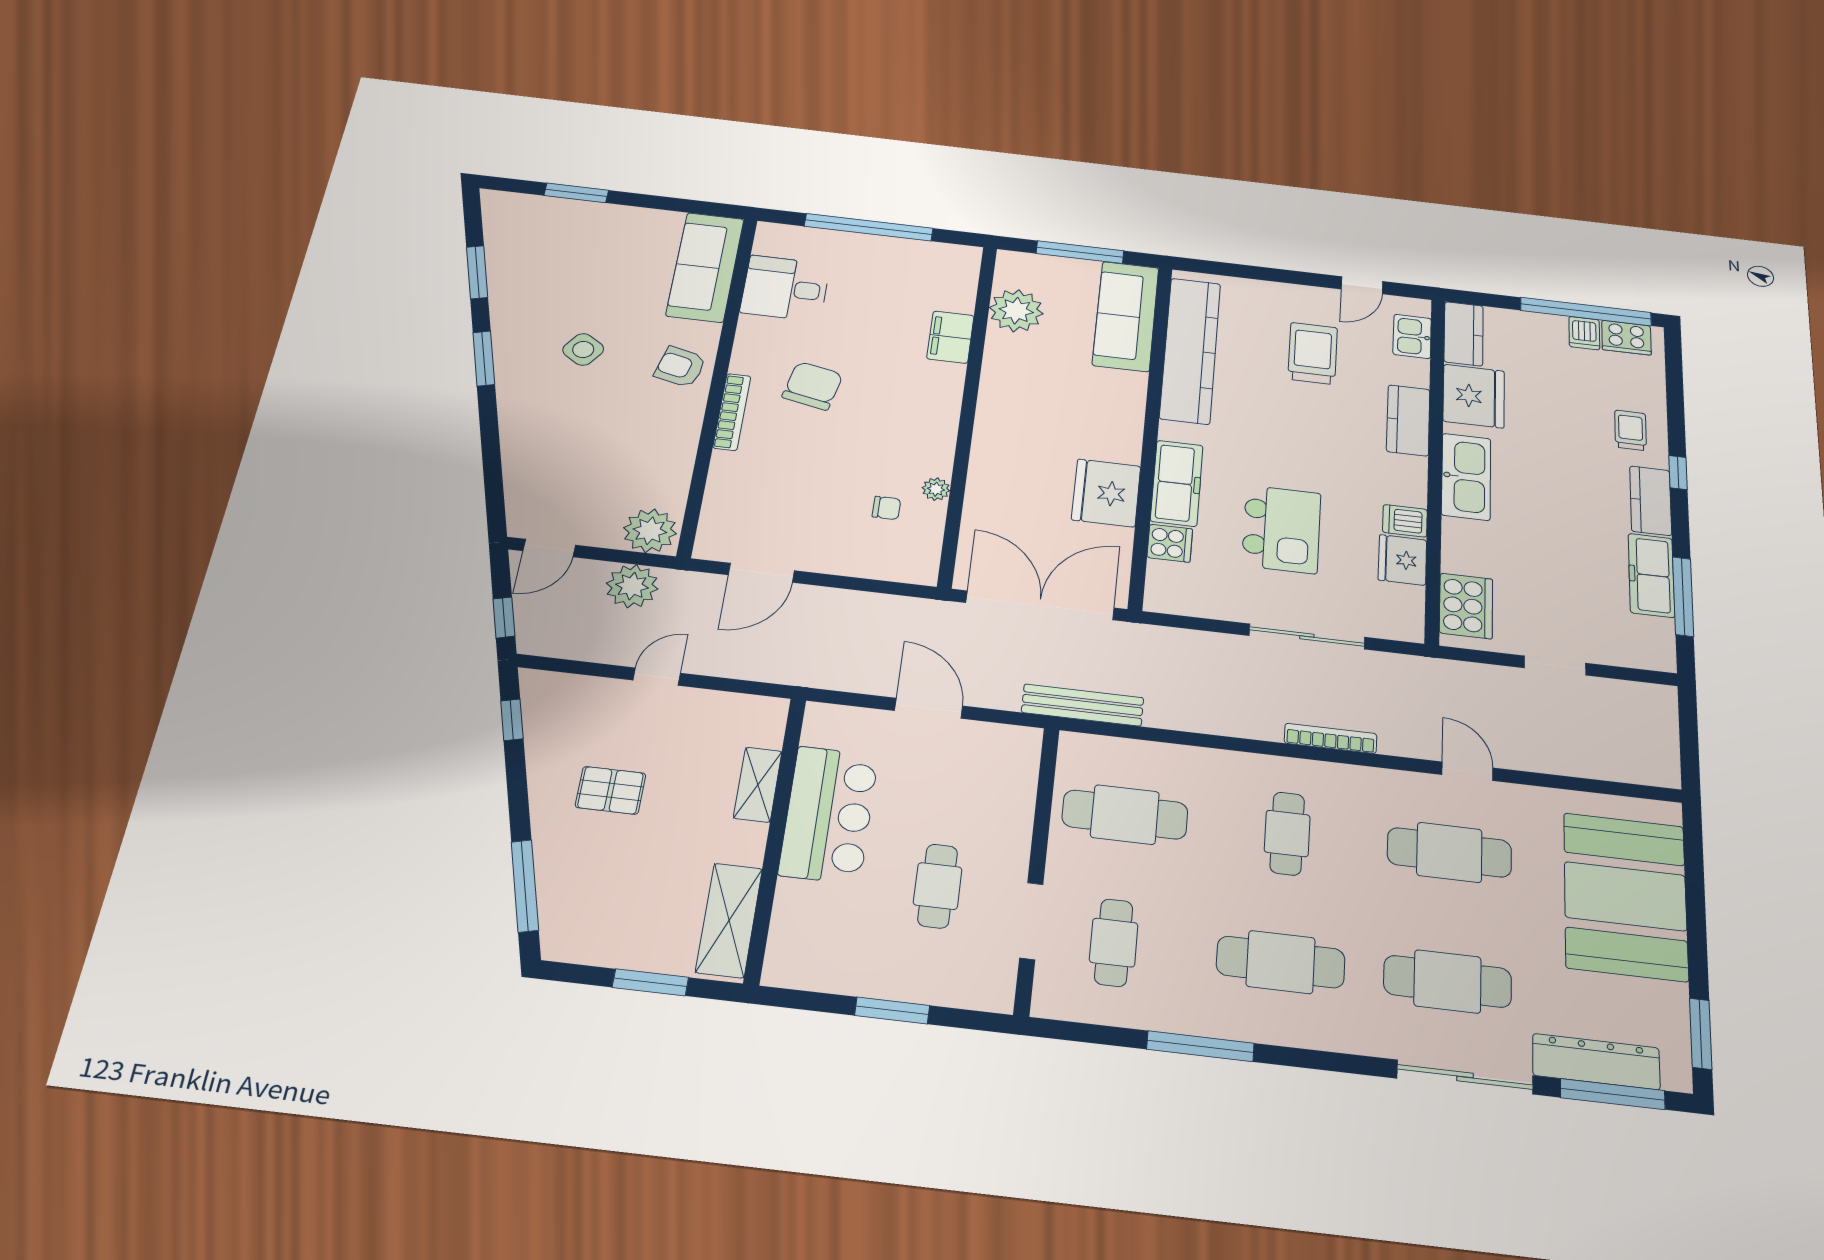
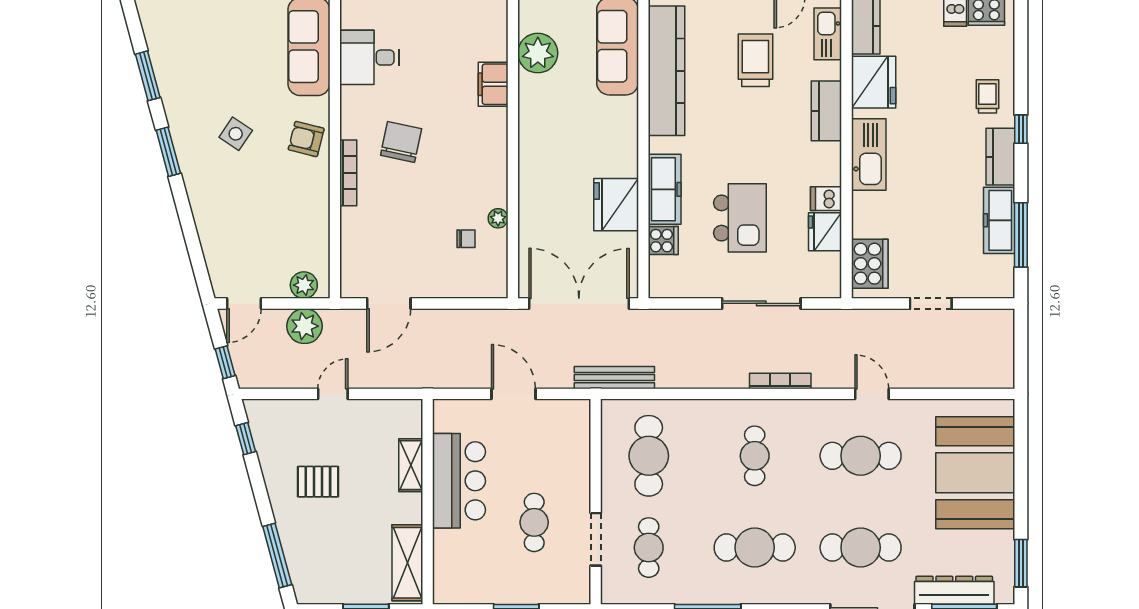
kitchen sink: (1412, 336) -> (828, 34), width x1.38
plant: (650, 531) -> (304, 285), width x0.73, depth x0.73
cafe table: (1125, 815) -> (649, 456), turned 90

